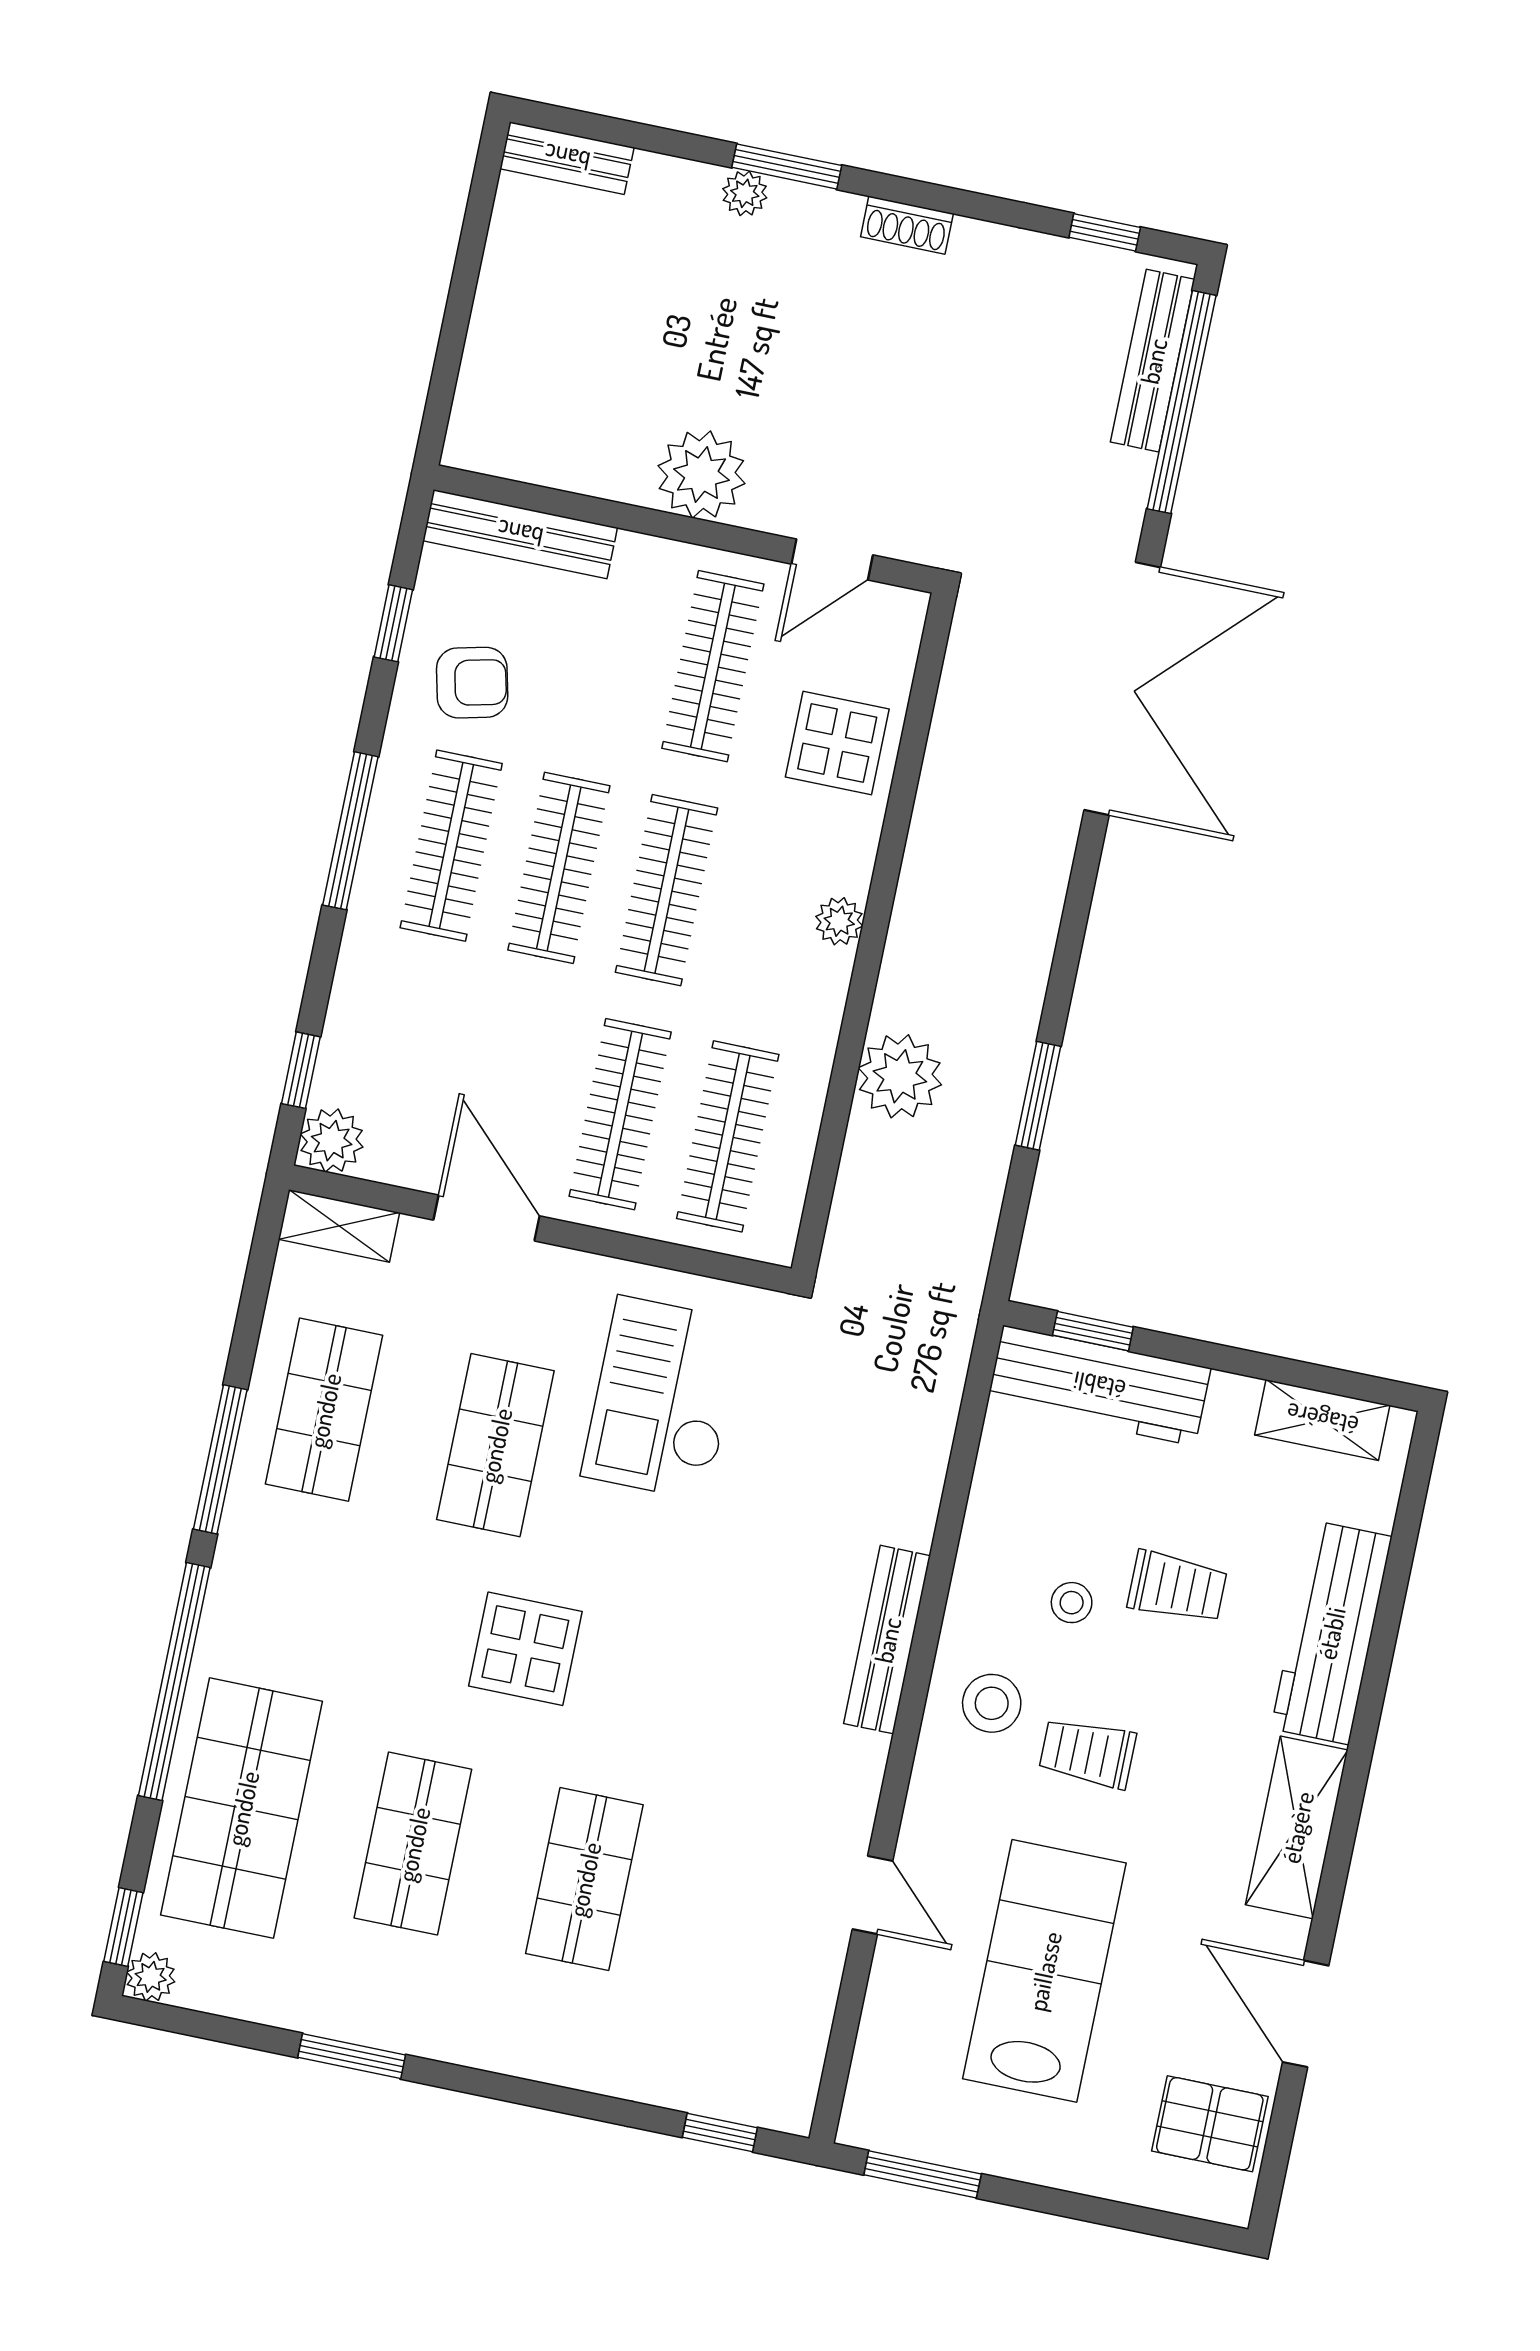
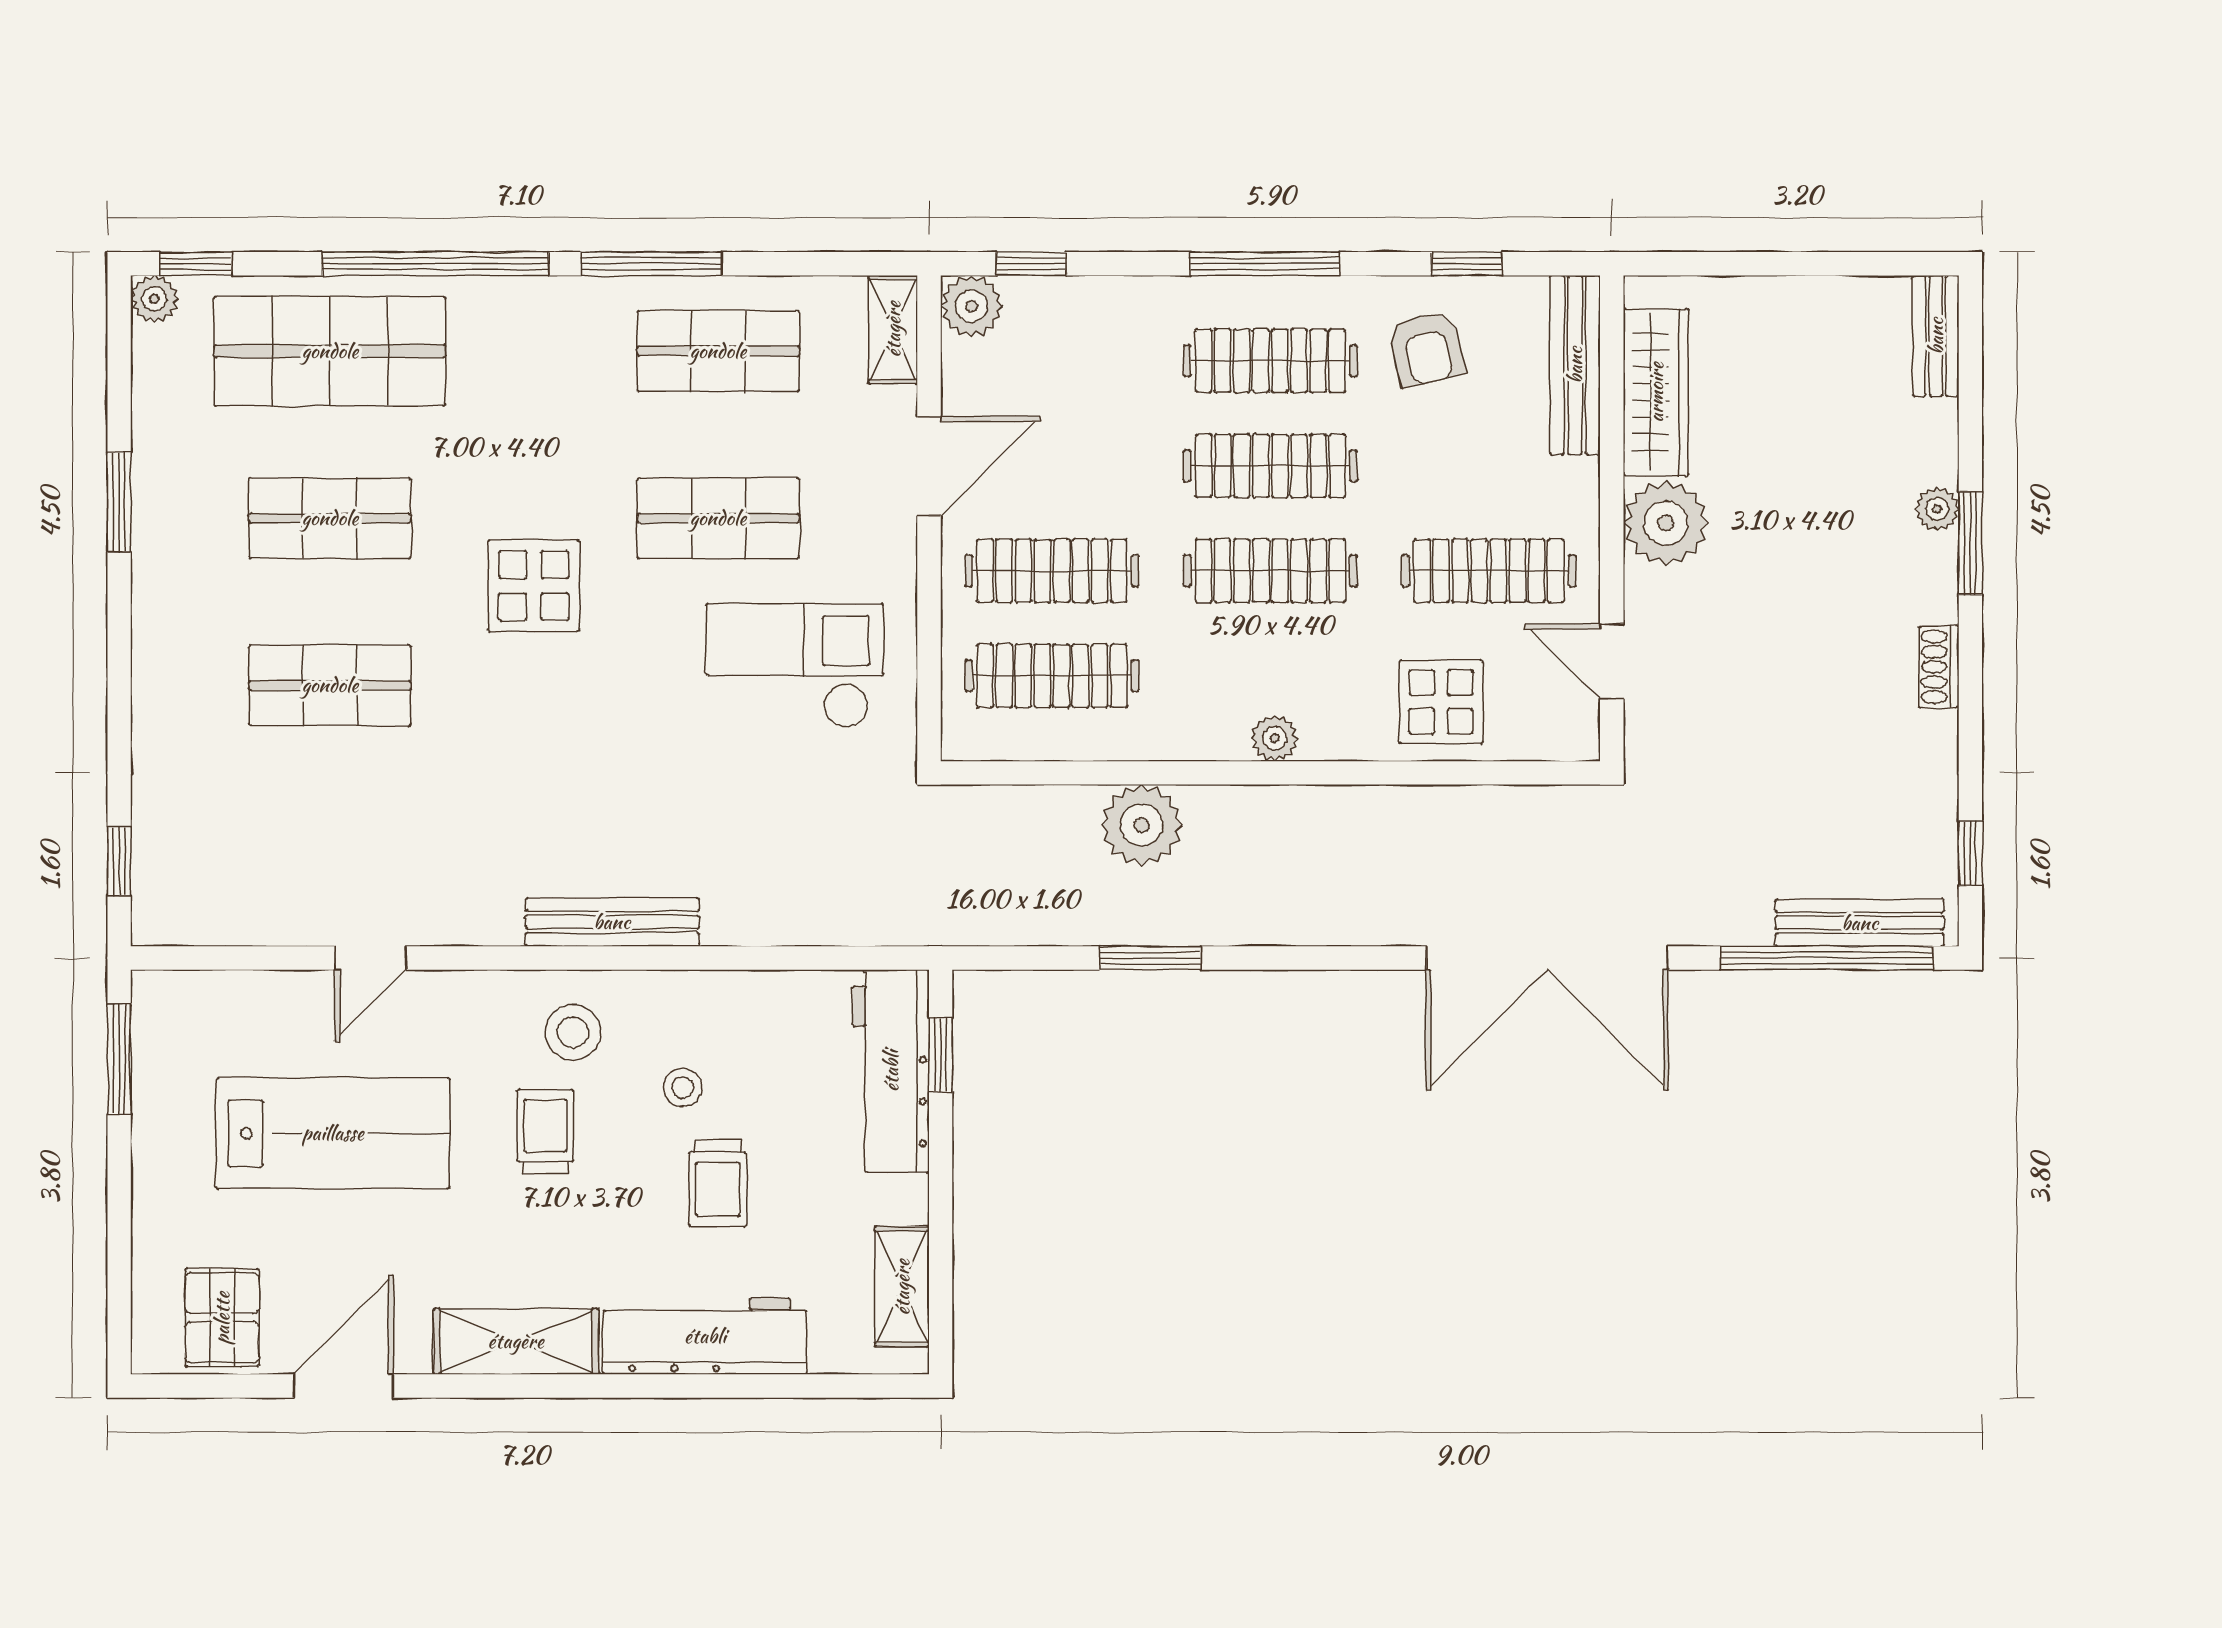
wardrobe: (565, 457) -> (1656, 392), added

